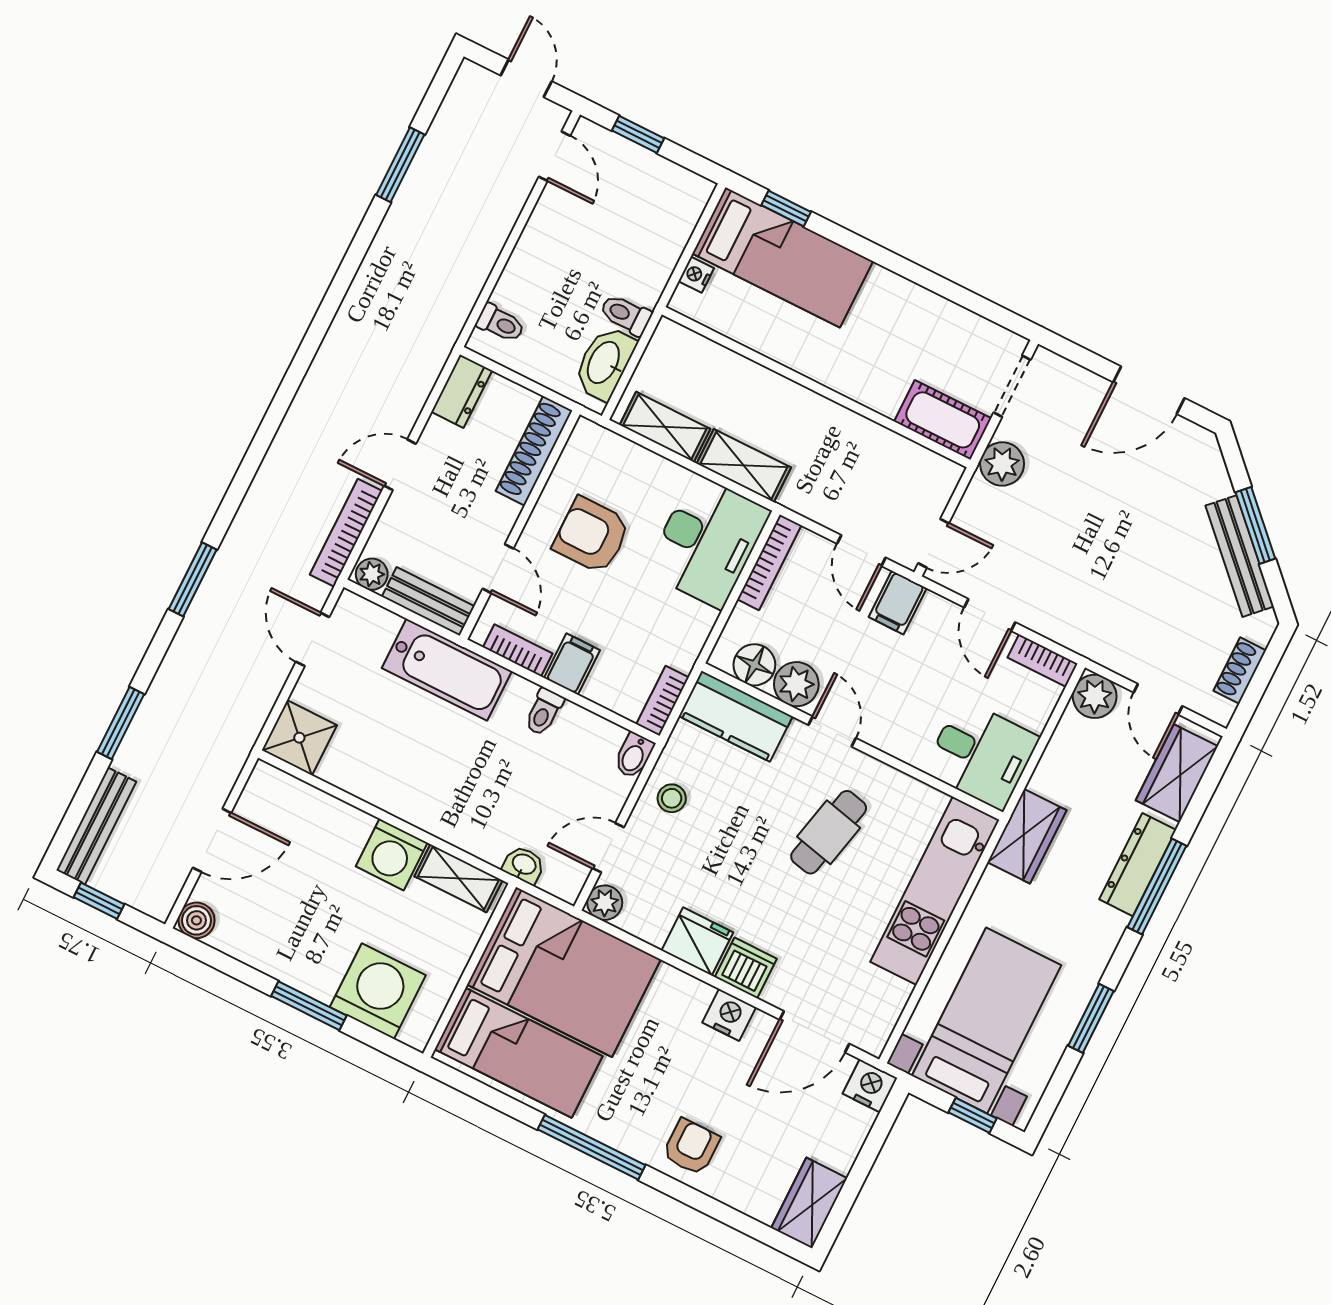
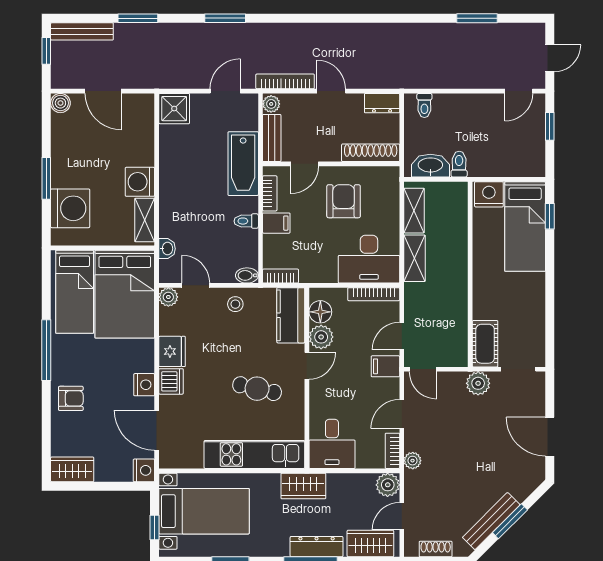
nightstand: (696, 275) -> (489, 194), width x1.89, depth x1.79
plant: (1075, 636) -> (413, 461), added

